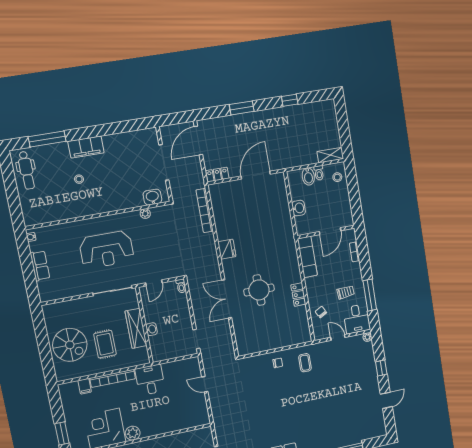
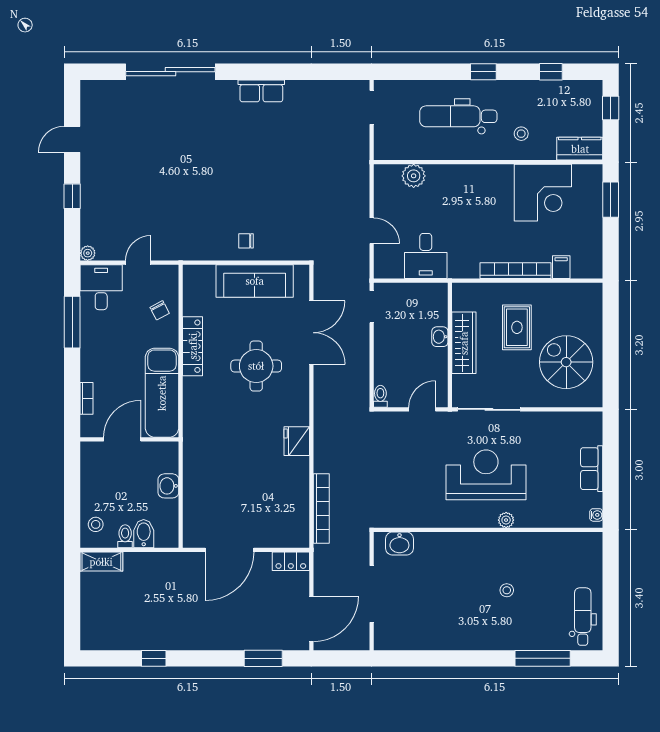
window: (242, 108) -> (263, 658), moved
filing cabinet: (86, 147) -> (487, 637), removed
plant: (145, 214) -> (506, 520), moved
exam couch: (307, 257) -> (162, 393), width x1.36, depth x1.45
trolley: (346, 292) -> (113, 335), removed
locker: (298, 295) -> (193, 346), width x1.53
double door: (227, 299) -> (311, 333), moved
door: (338, 337) -> (138, 263), swing flipped
sofa: (269, 340) -> (255, 281), added
spiral stairs: (70, 345) -> (566, 362), moved
coffee table: (305, 363) -> (201, 232), removed
desk: (150, 380) -> (426, 256), moved
plant: (133, 433) -> (414, 176), moved

